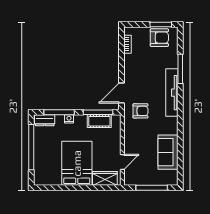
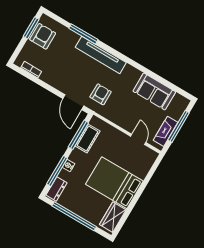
wardrobe: (105, 178) -> (113, 217), moved
fireplace: (142, 180) -> (166, 131), added

